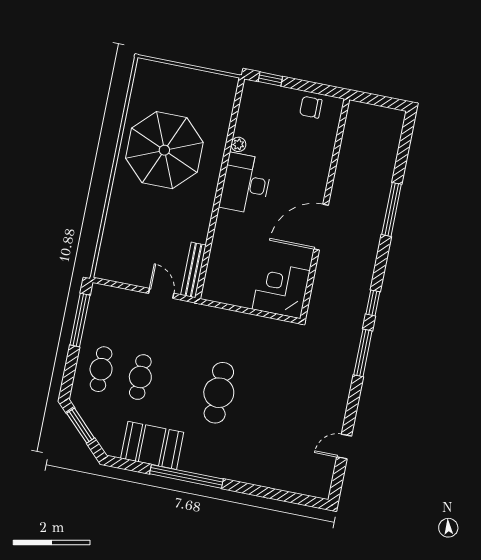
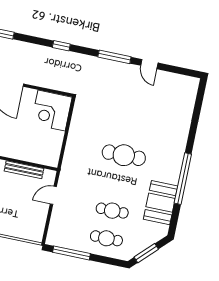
bench: (193, 270) -> (24, 170), moved
window: (363, 353) -> (114, 57), moved
door: (344, 447) -> (149, 64), moved

